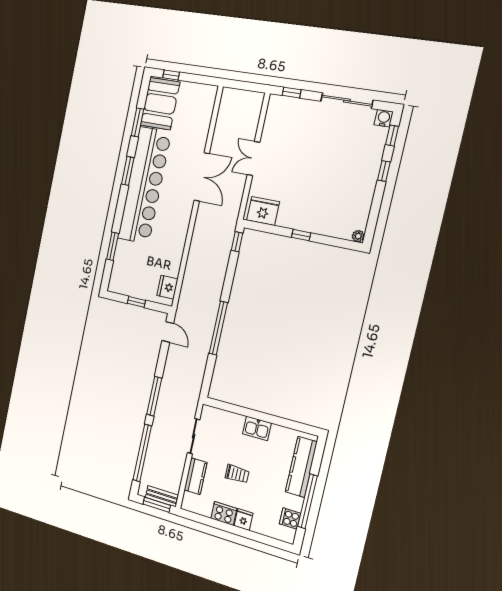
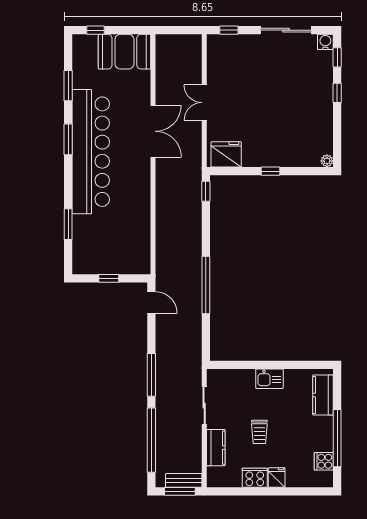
booth: (160, 104) -> (124, 52), moved, turned 90
fridge: (167, 287) -> (141, 255), removed
kitchen counter: (301, 467) -> (323, 395), width x0.67
trolley: (237, 474) -> (259, 432), turned 90

